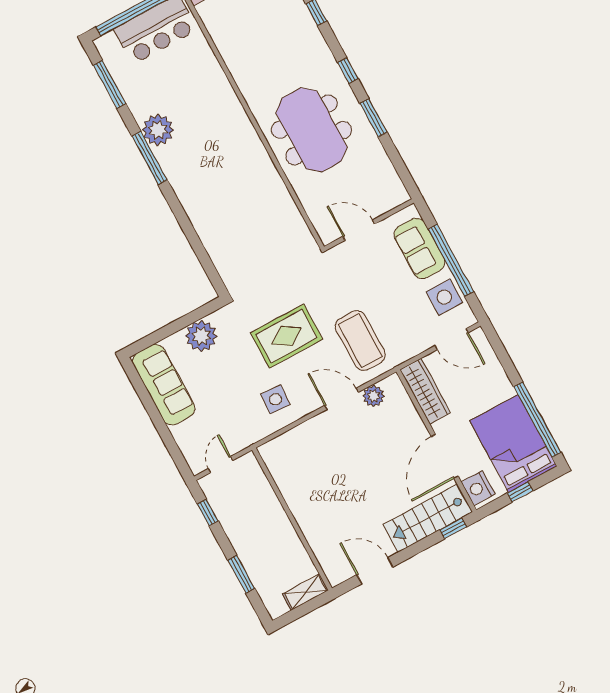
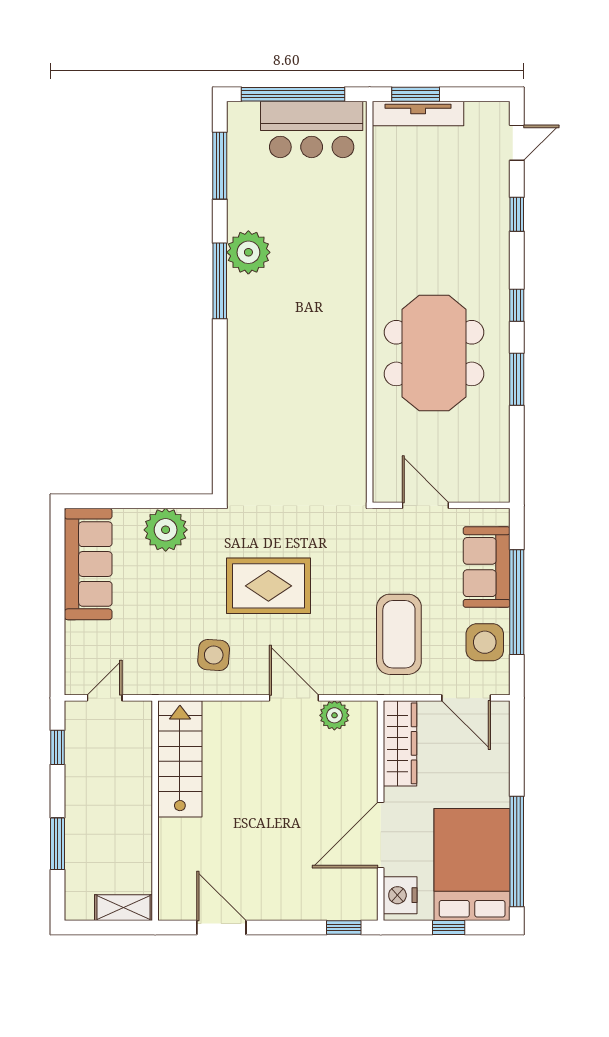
coffee table: (360, 341) -> (399, 634), moved
stairs: (428, 518) -> (180, 759), moved, turned 90

